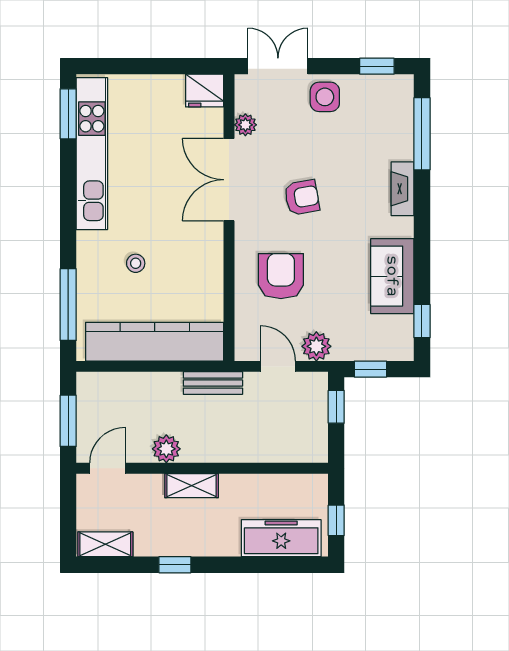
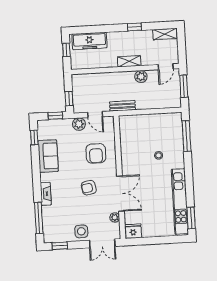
kitchen counter: (155, 342) -> (149, 122), removed

